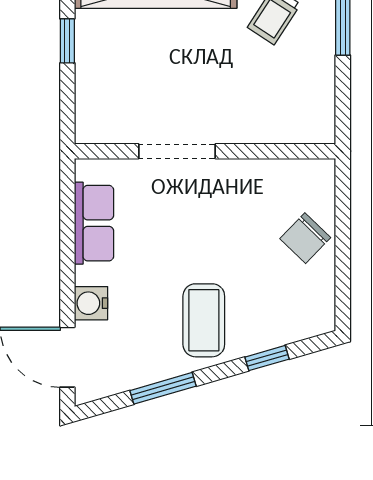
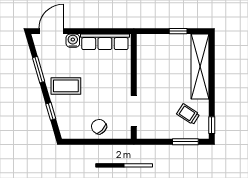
doorway: (177, 151) -> (134, 111), moved
row of seats: (94, 223) -> (105, 42), width x1.48

